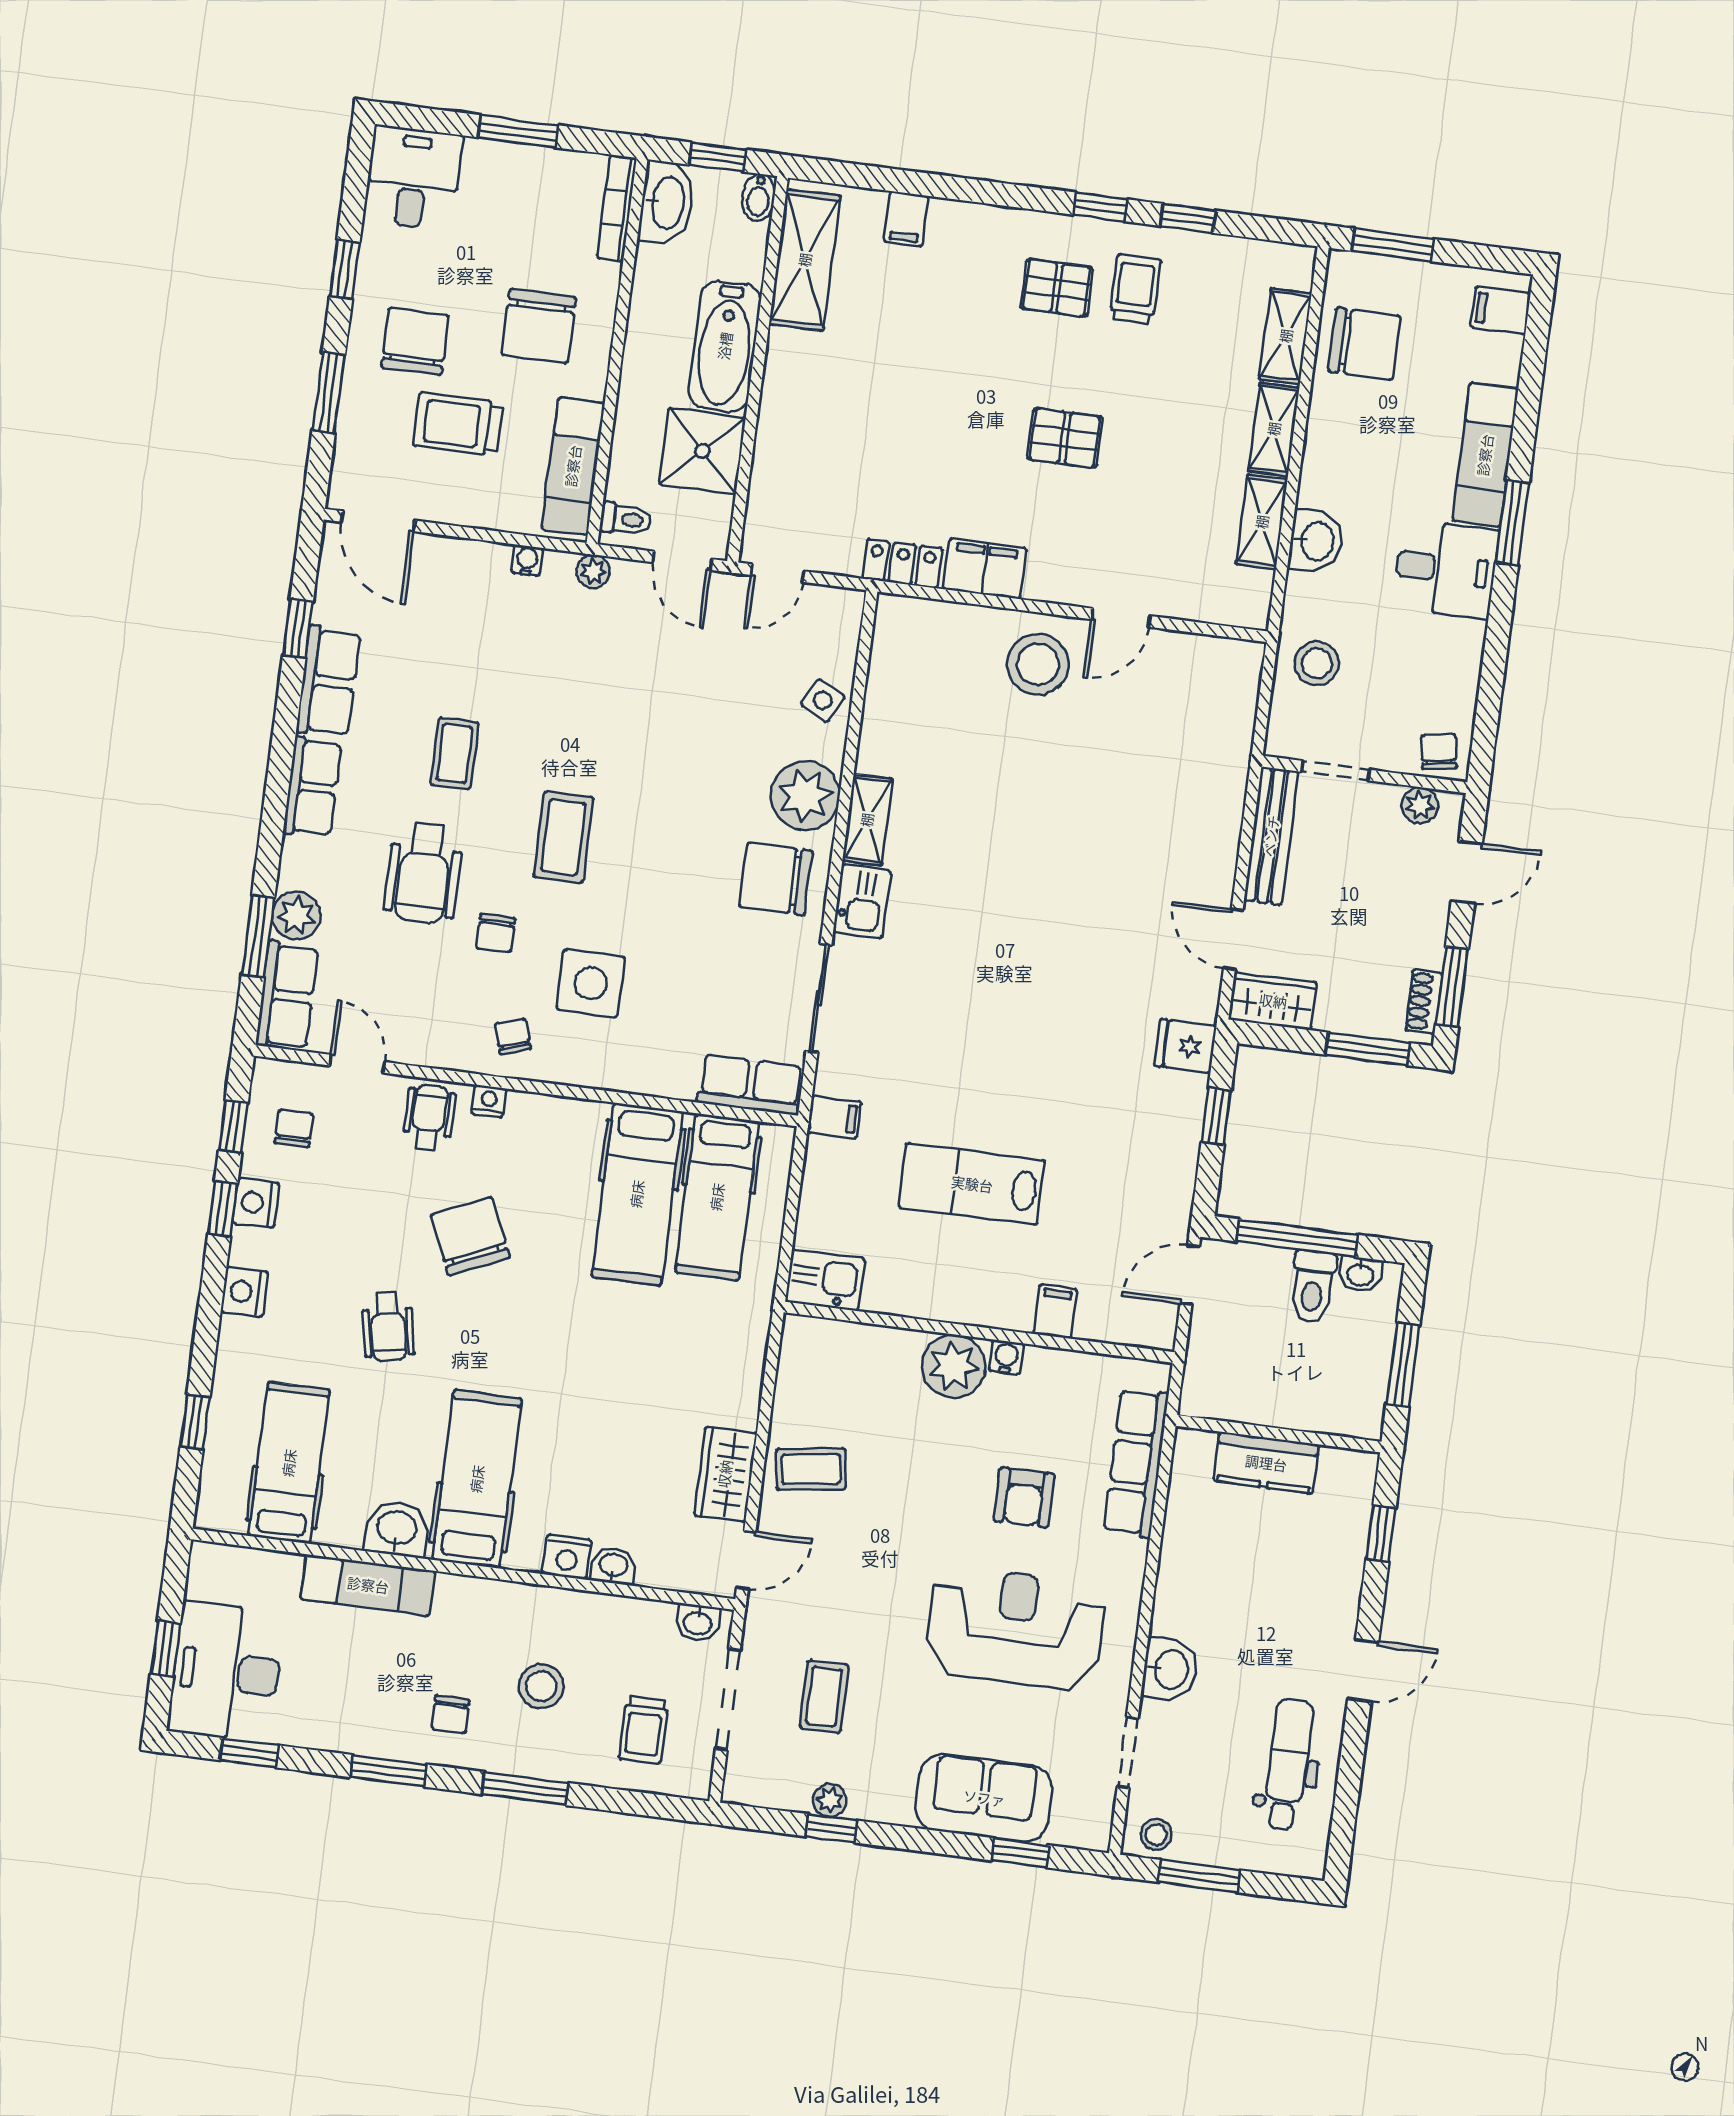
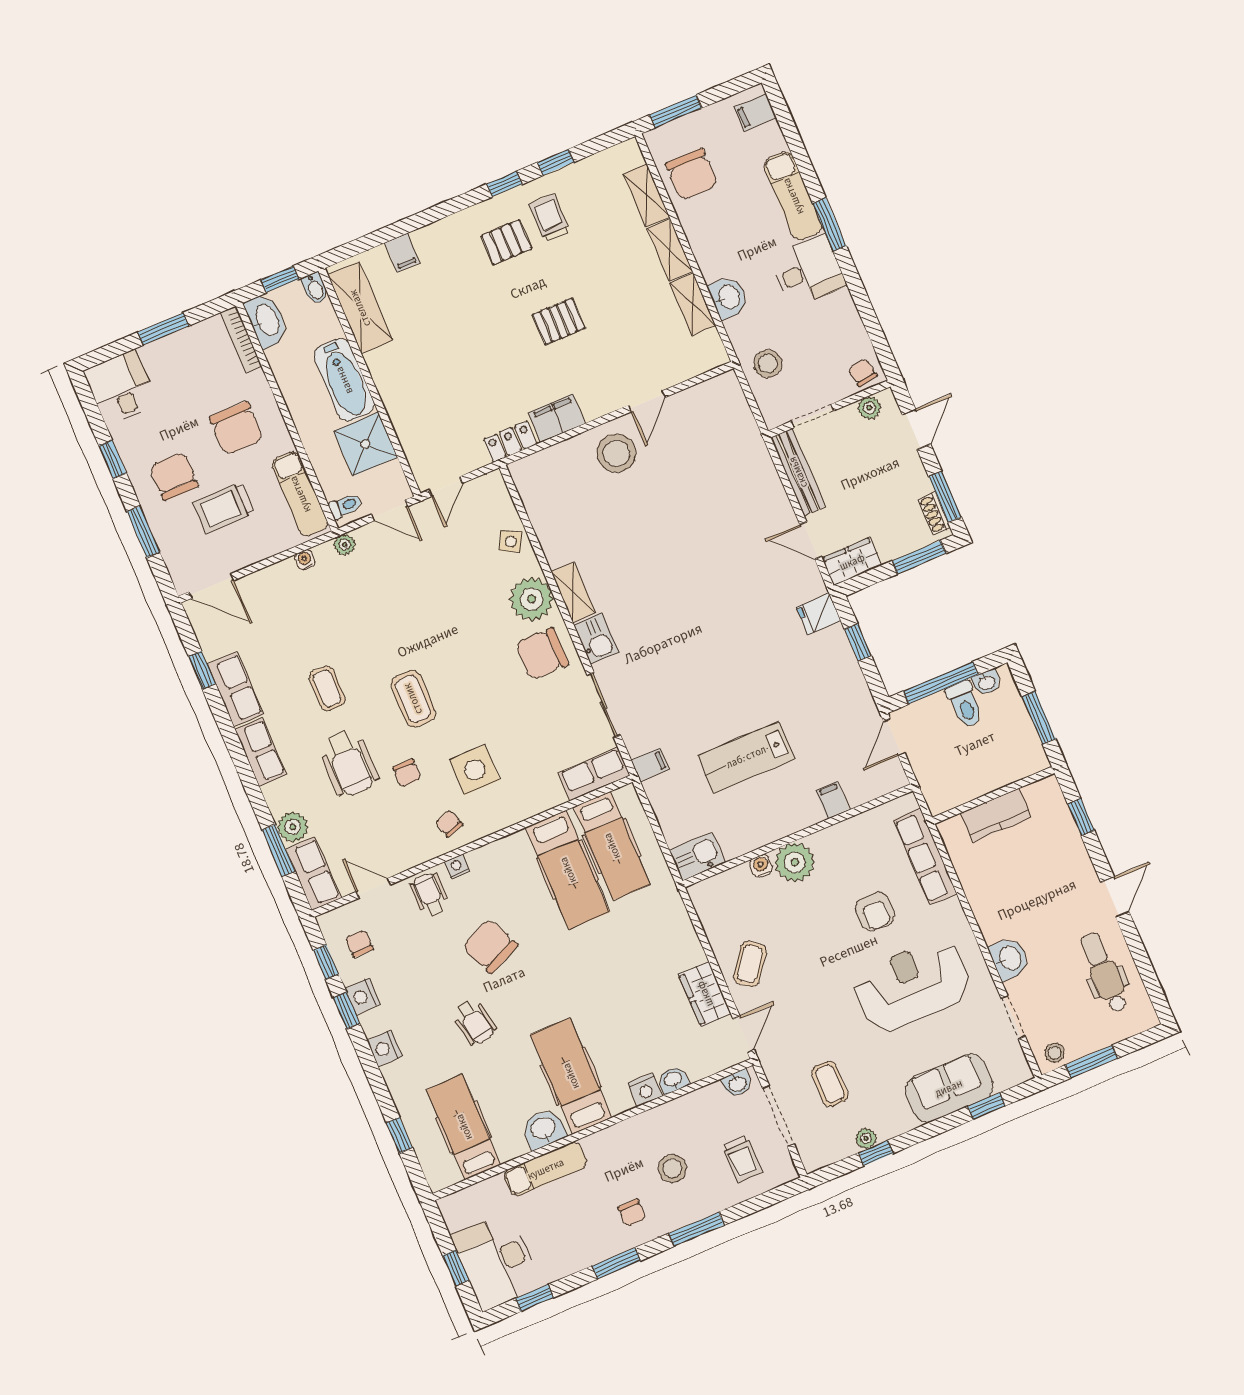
chair: (1364, 344) -> (692, 174), turned 90
water cooler: (1006, 1357) -> (761, 866), moved
coffee table: (811, 1469) -> (750, 964), turned -45

